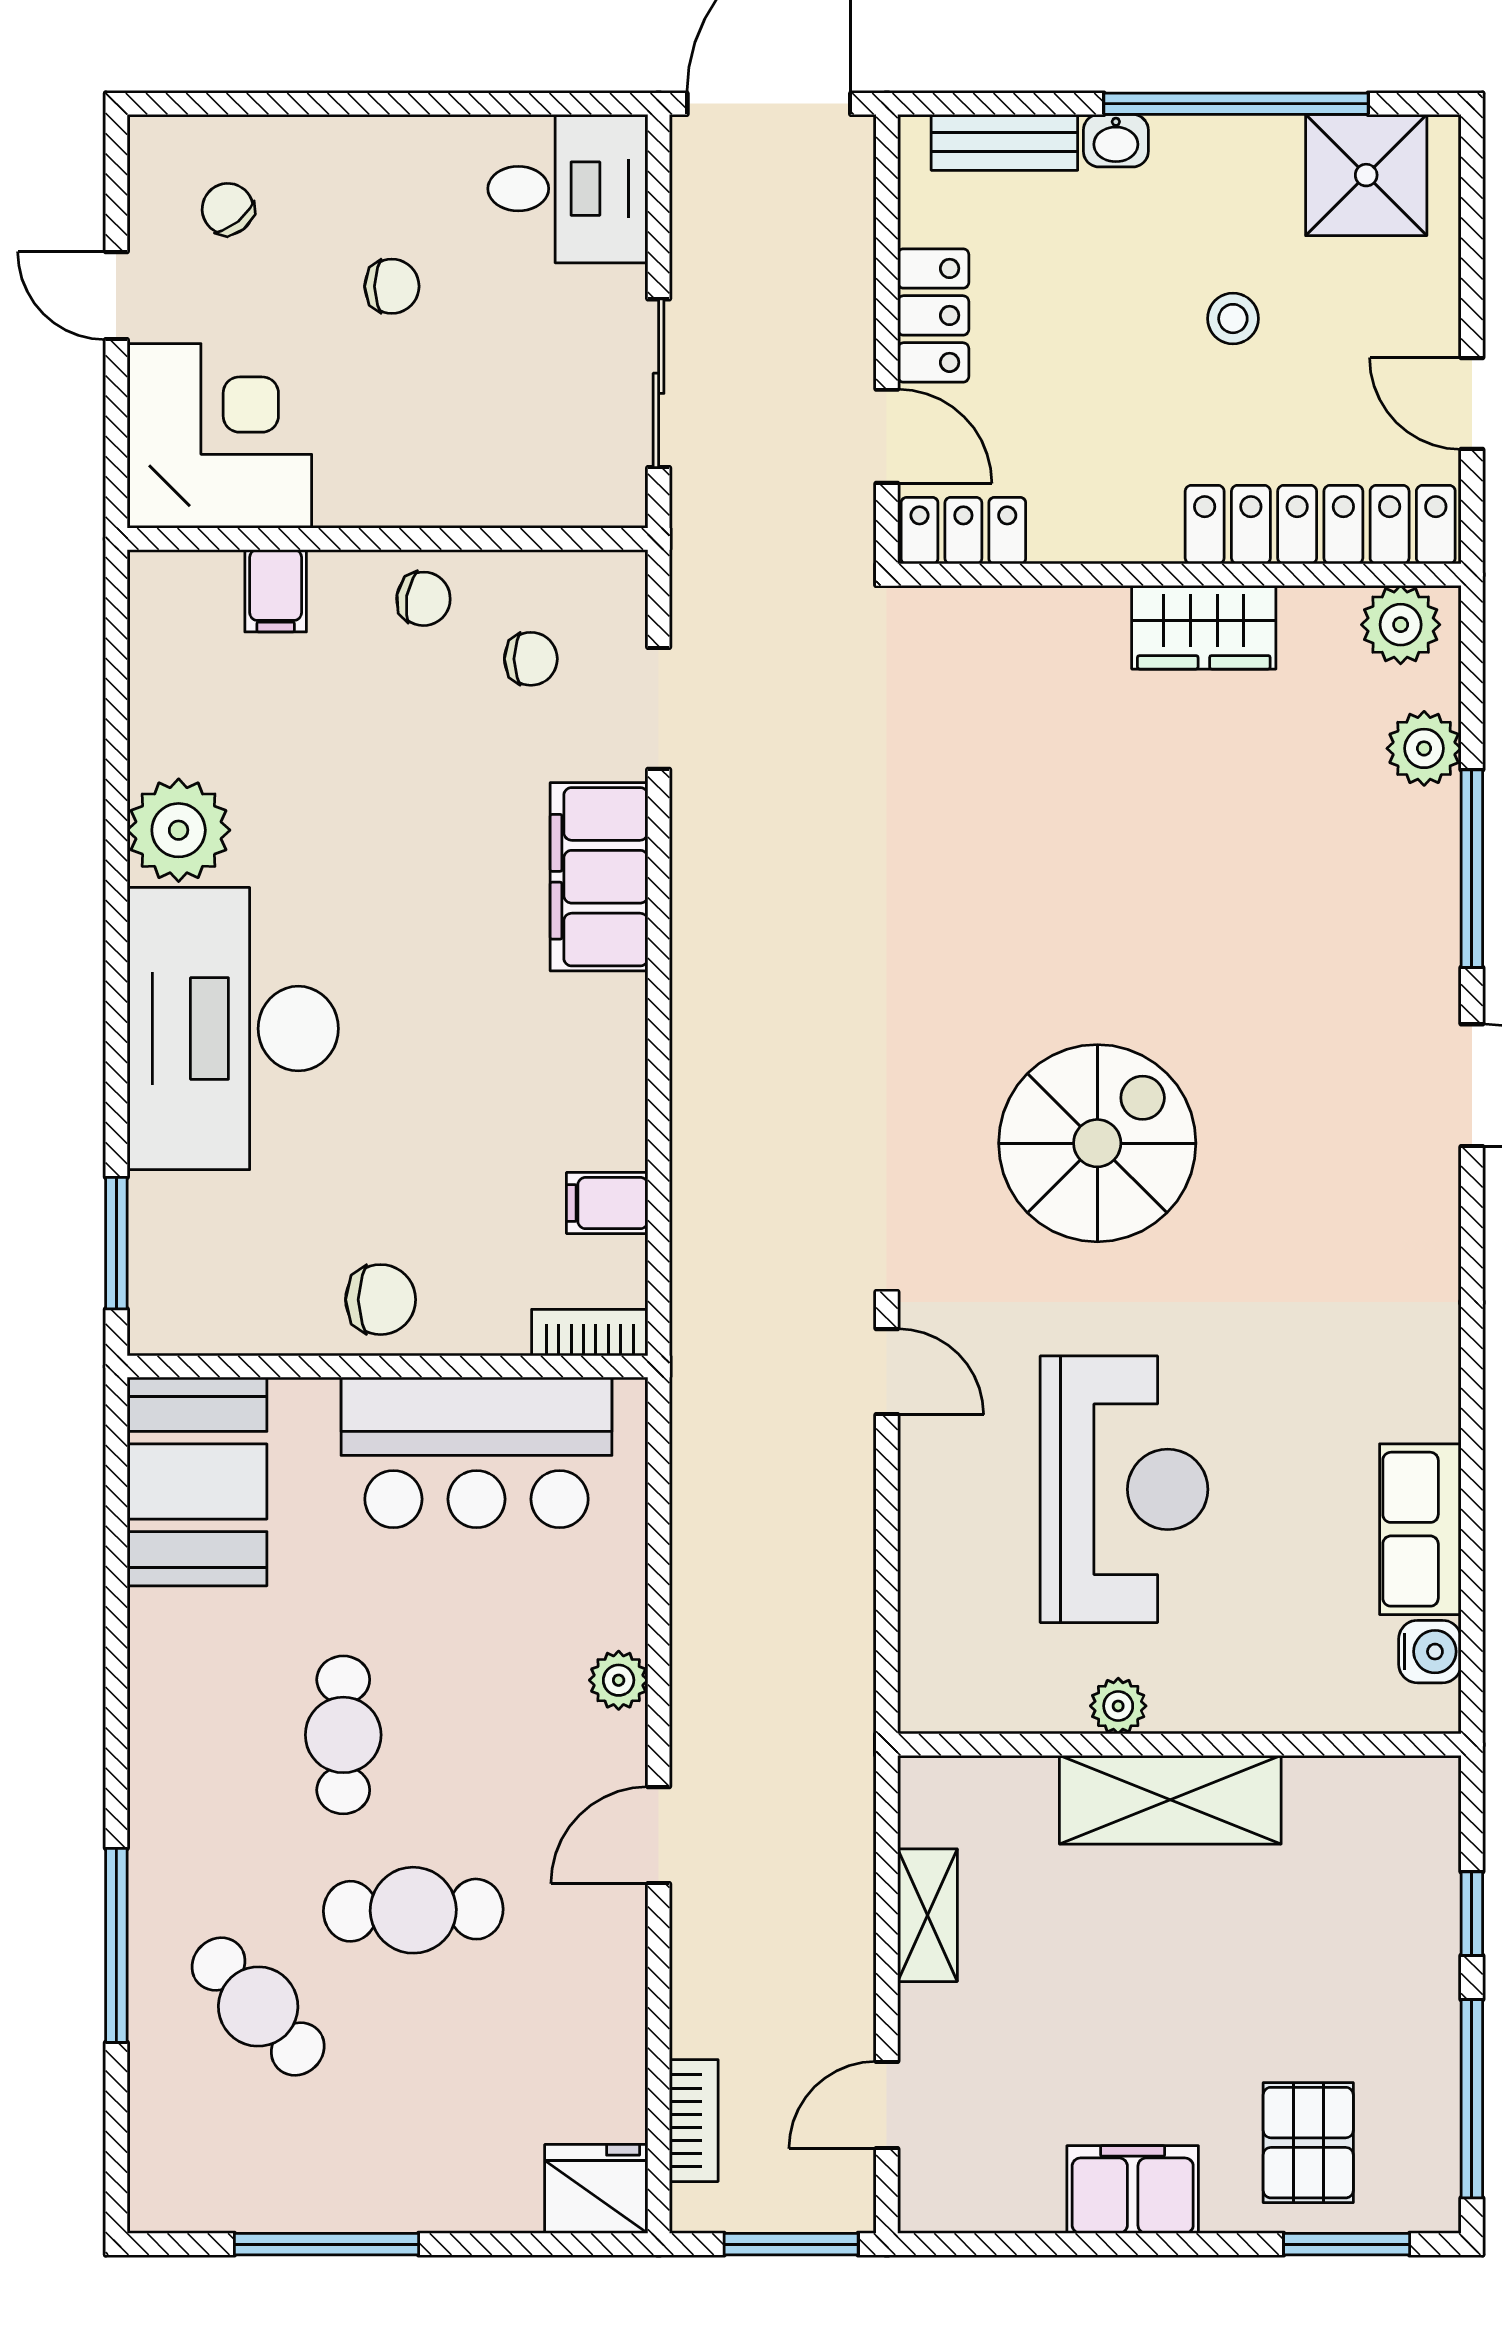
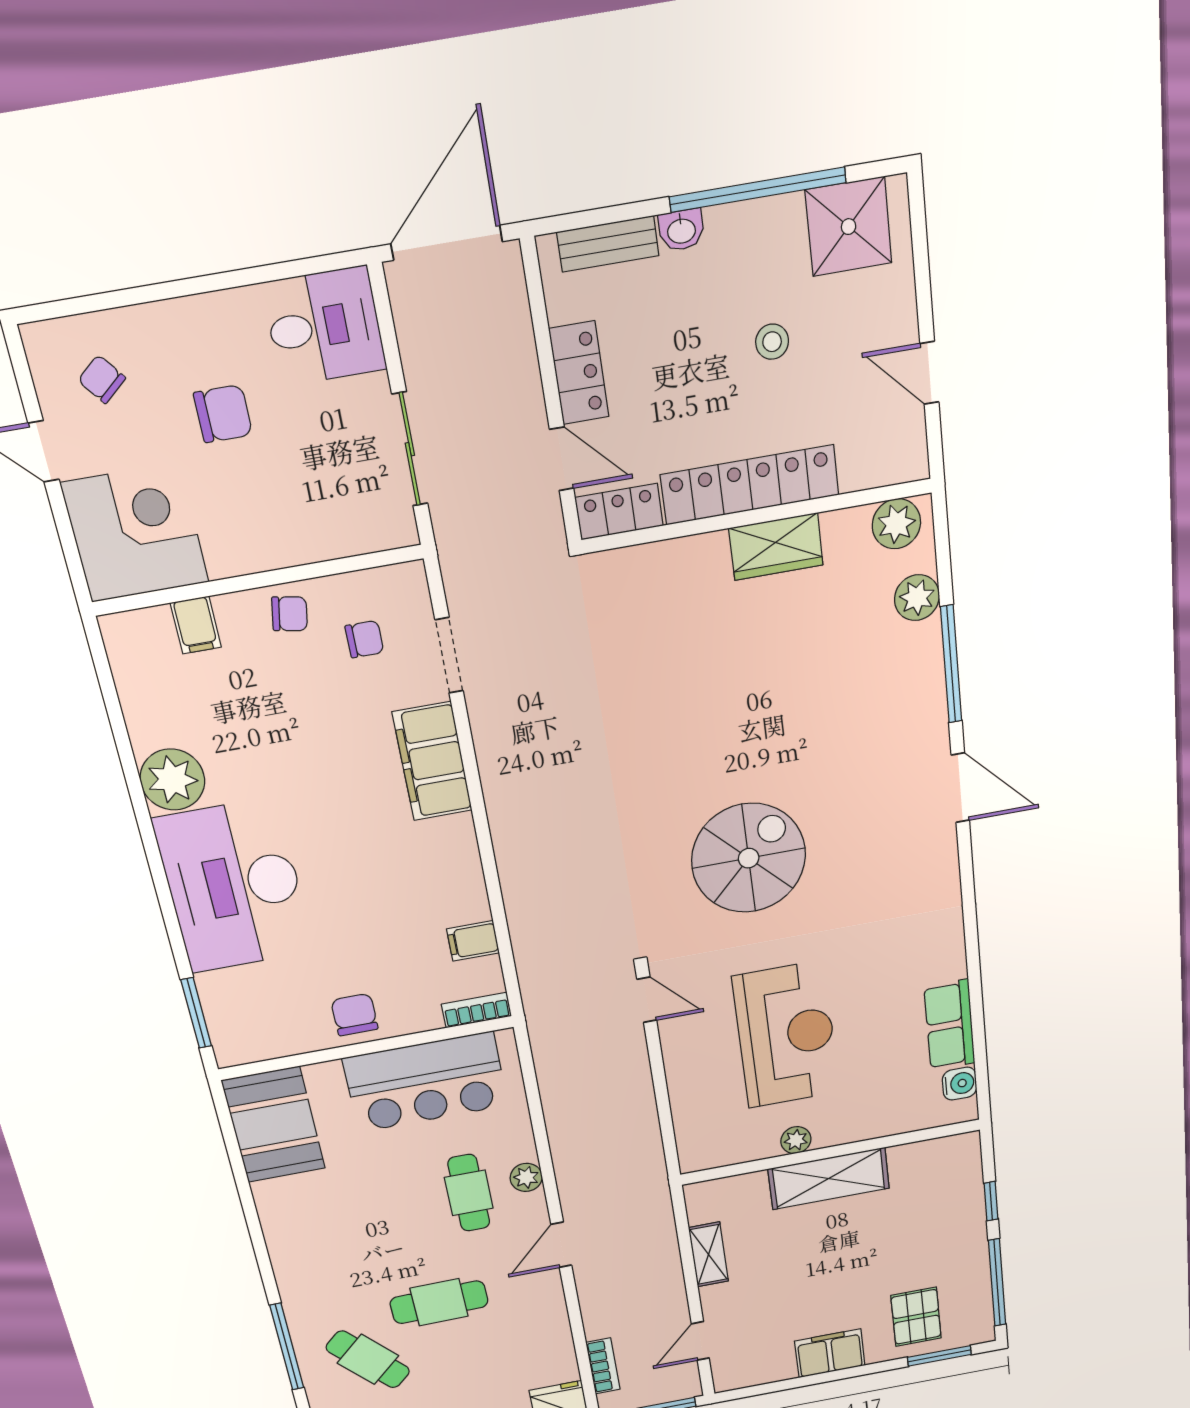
chair: (392, 286) -> (223, 414), width x1.37, depth x1.37
locker: (1320, 525) -> (750, 485), moved
chair: (381, 1300) -> (355, 1015), turned -90
cafe table: (343, 1735) -> (469, 1193), moved

